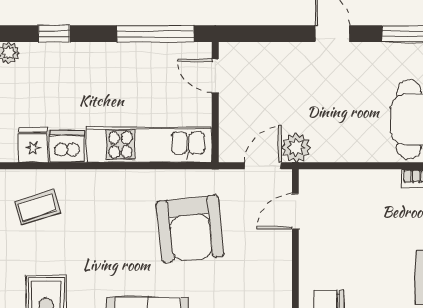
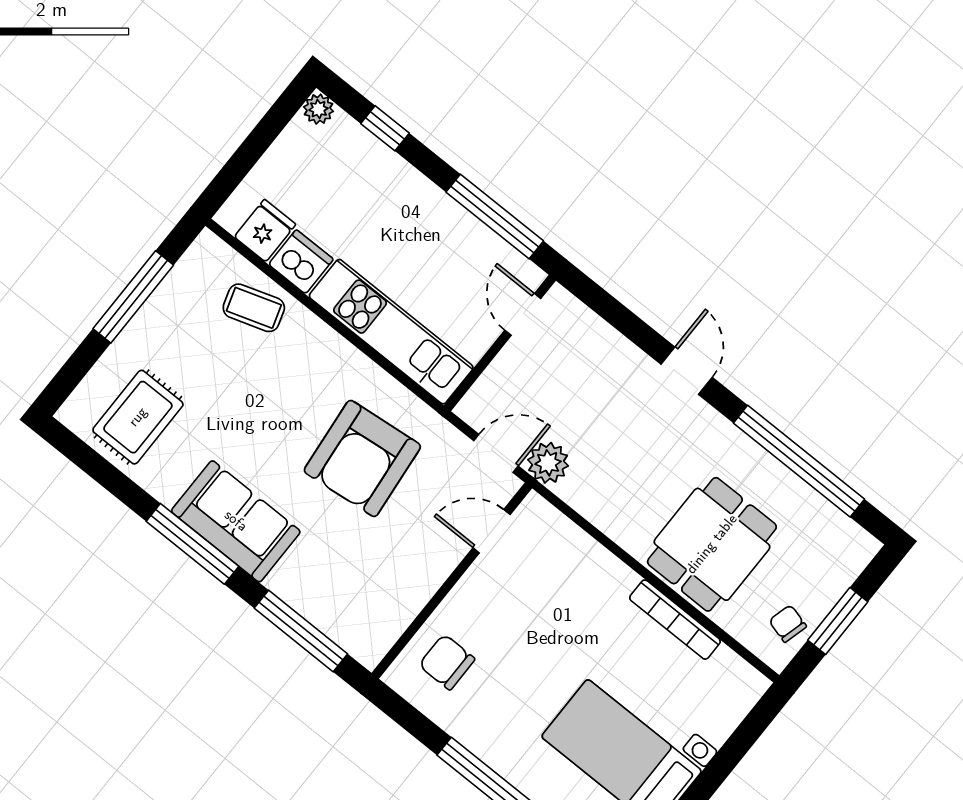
coffee table: (37, 207) -> (254, 308), moved

